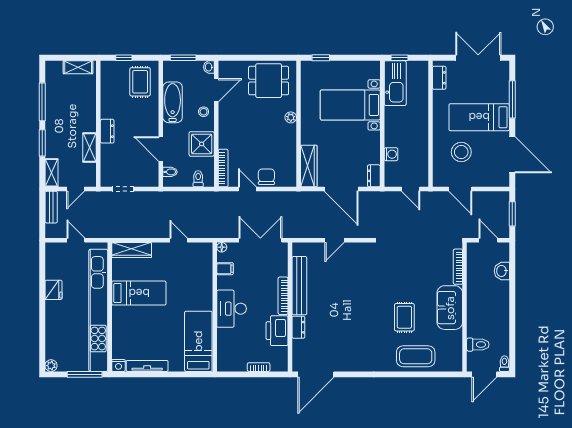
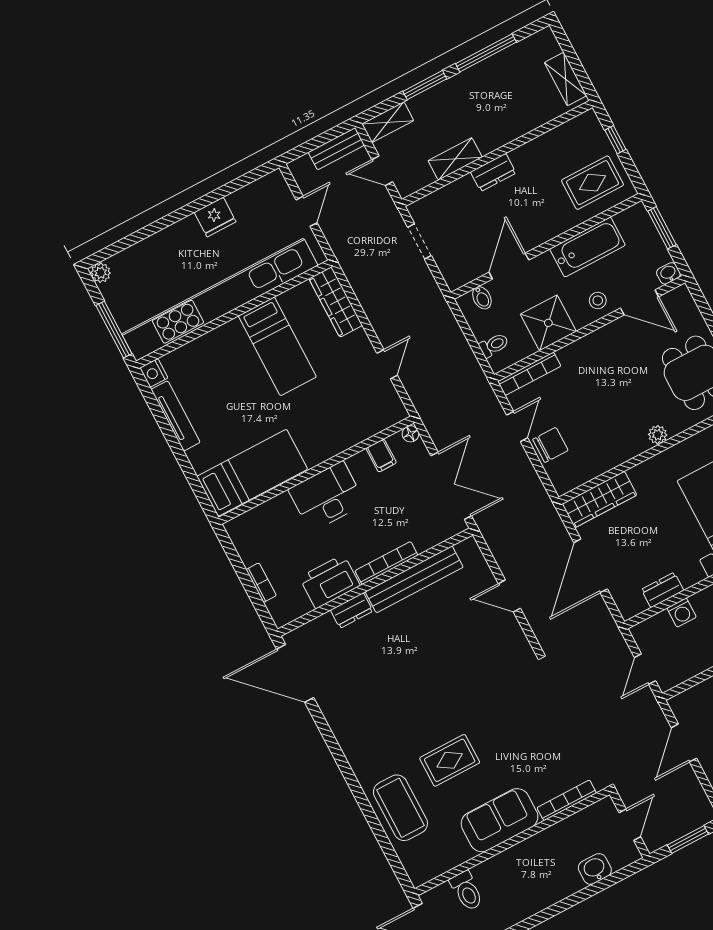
dresser: (374, 176) -> (663, 590), moved

